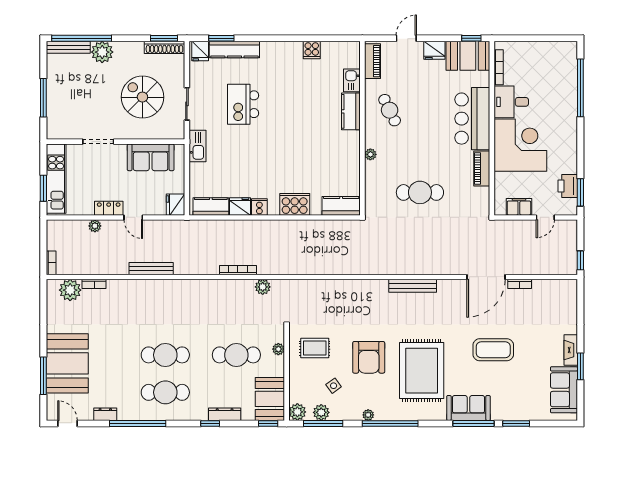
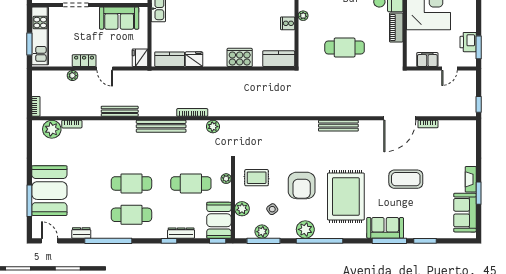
cooker: (259, 207) -> (288, 23), moved, turned -90
bench: (201, 287) -> (161, 126), added
plant: (297, 412) -> (242, 209), moved
plant: (368, 415) -> (305, 229), width x1.88, depth x1.88

